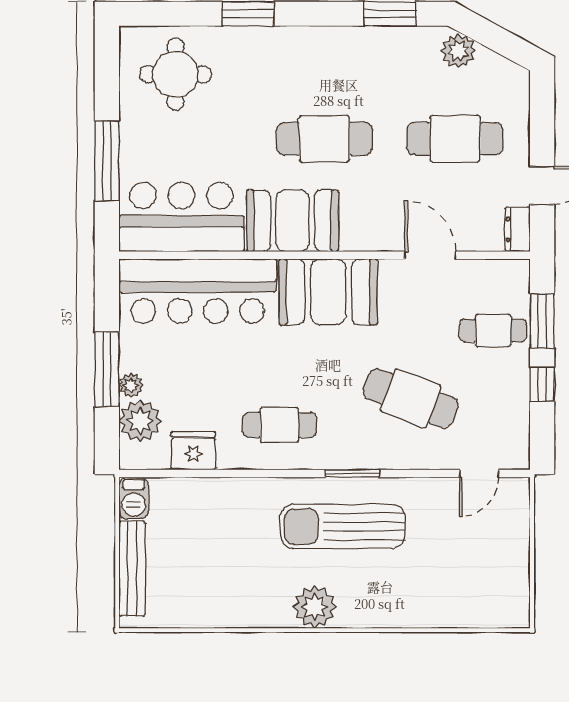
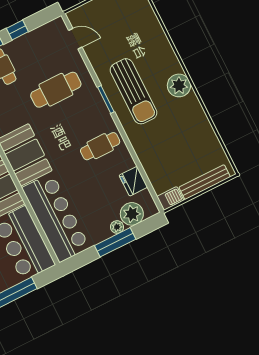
cafe table: (411, 398) -> (56, 90), turned 69
cafe table: (280, 425) -> (100, 146), turned 90

